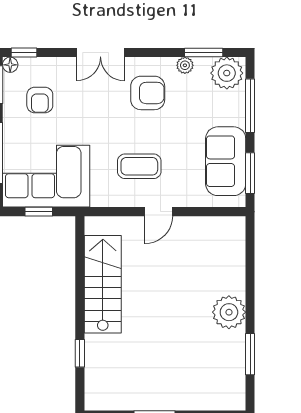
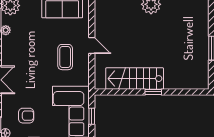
armchair: (148, 93) -> (22, 52), removed
window: (80, 353) -> (153, 92), moved

